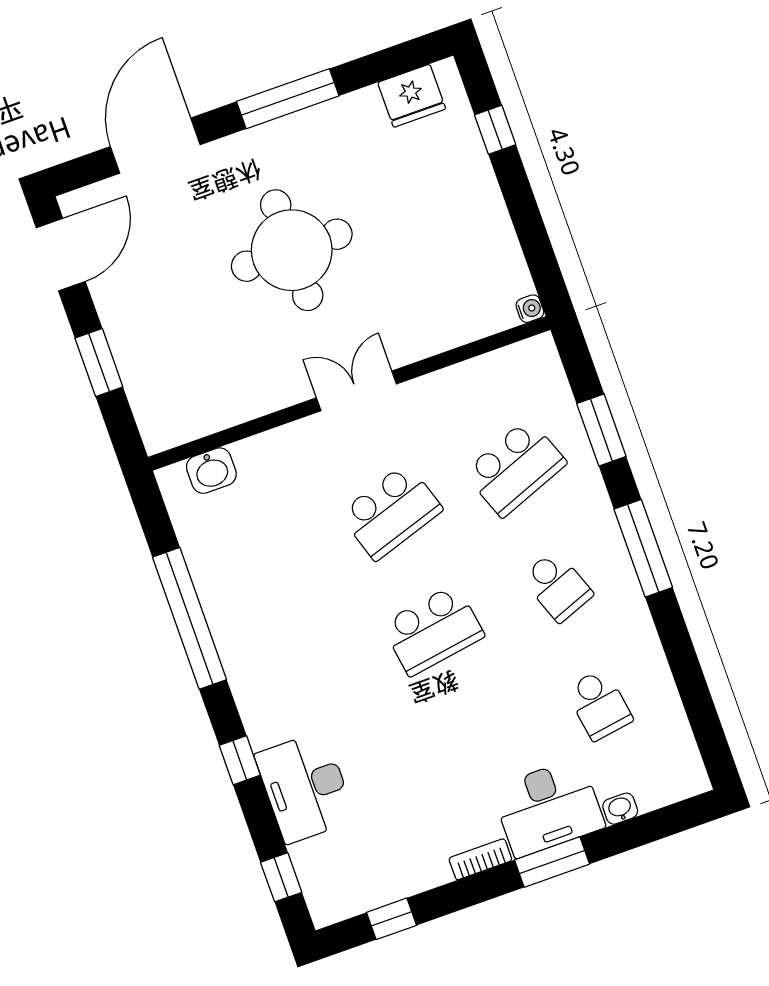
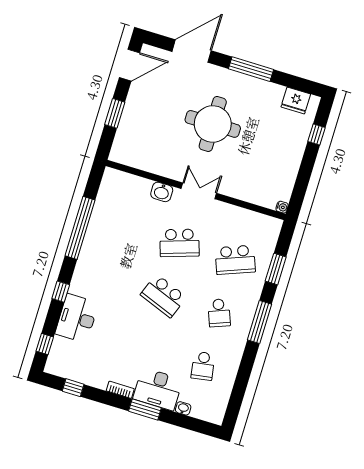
washbasin: (211, 471) -> (162, 192), moved
school desk: (433, 630) -> (163, 296), turned 30

